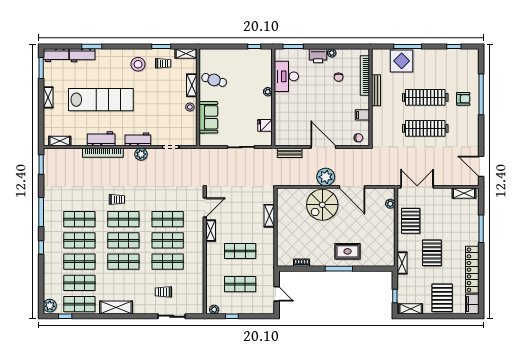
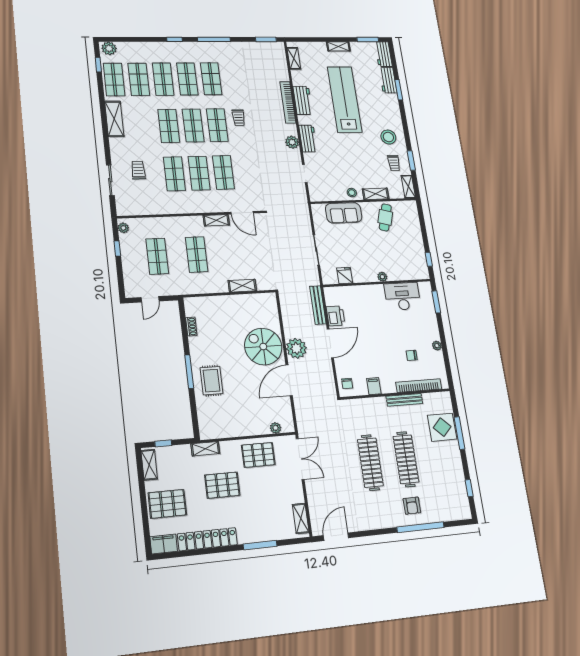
printer: (318, 56) -> (336, 316), moved, turned 180
lab bench: (101, 100) -> (345, 100), turned 180
bench: (290, 153) -> (318, 305), width x1.36

